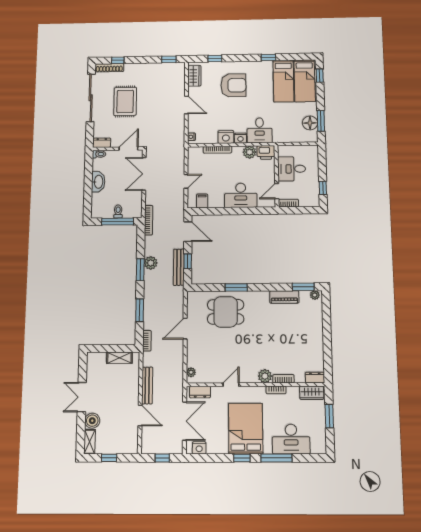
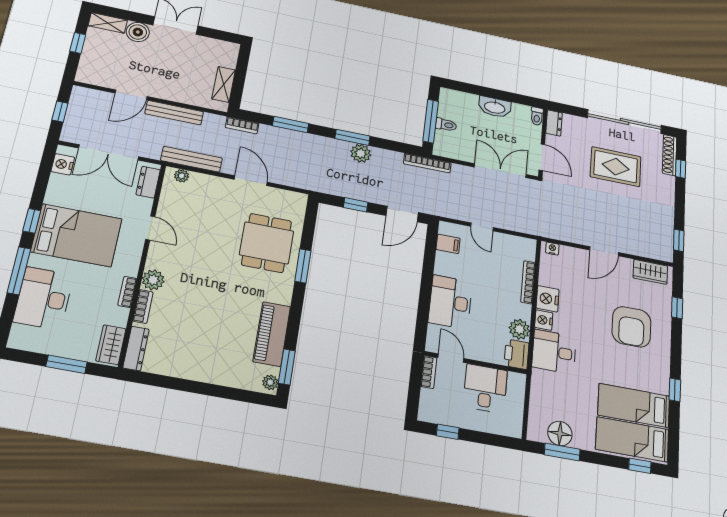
bench: (179, 267) -> (192, 159), moved
piano: (284, 297) -> (272, 334), width x1.37, depth x1.33
dresser: (315, 377) -> (136, 348), width x1.44

